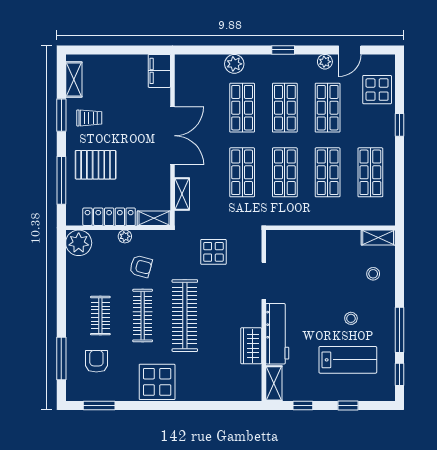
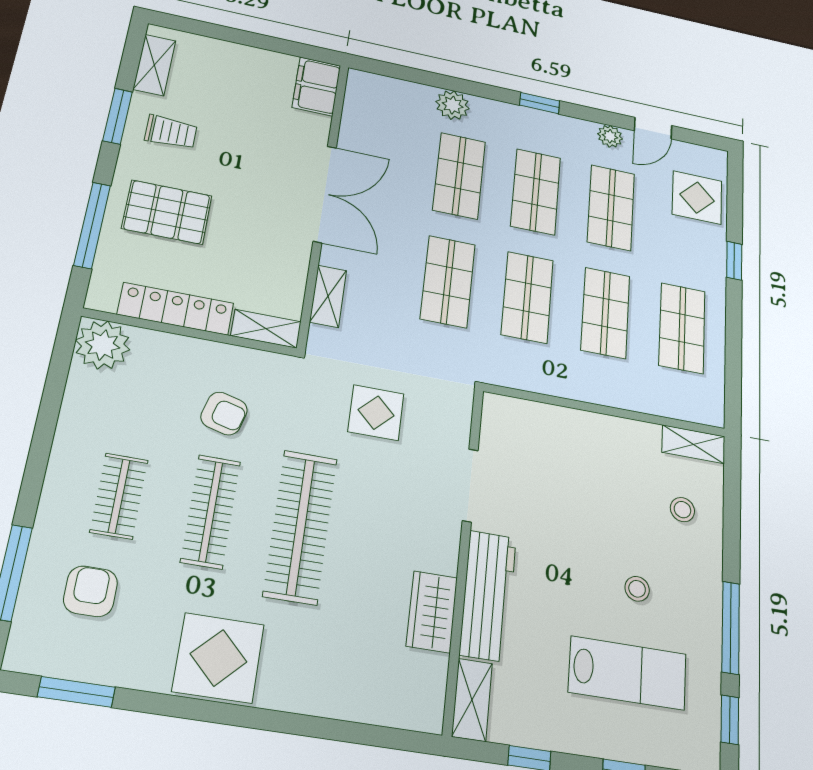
plant: (125, 236) -> (201, 351), removed

